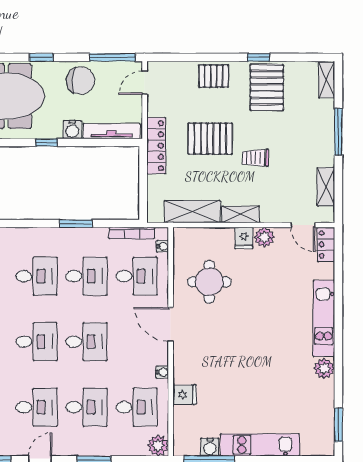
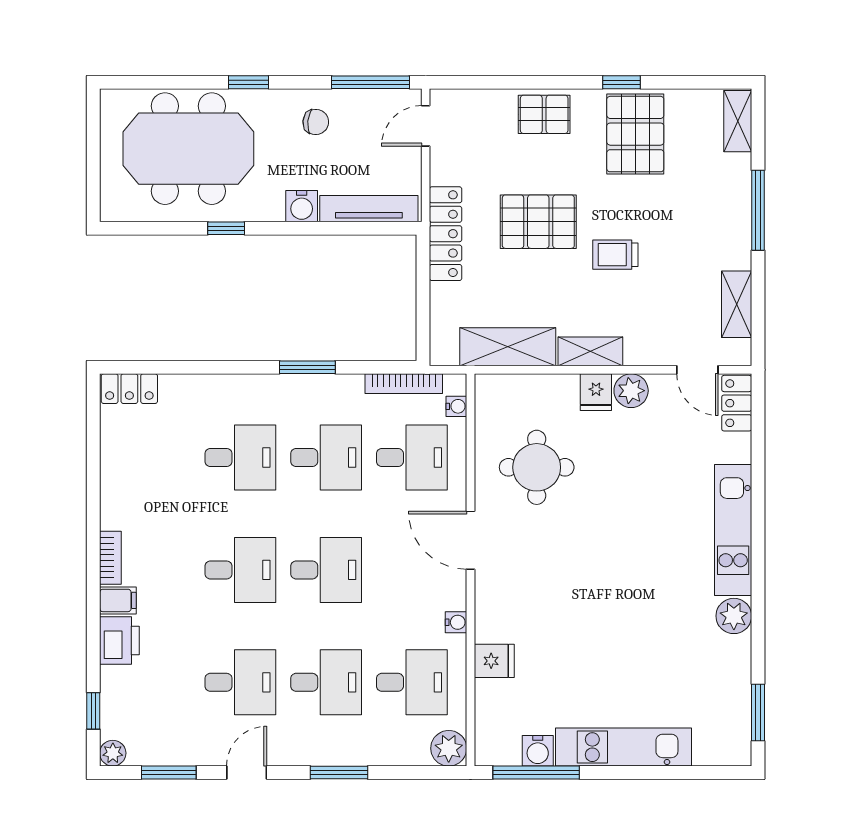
chair: (81, 80) -> (316, 122), width x0.54, depth x0.54
window: (47, 143) -> (226, 228), moved

